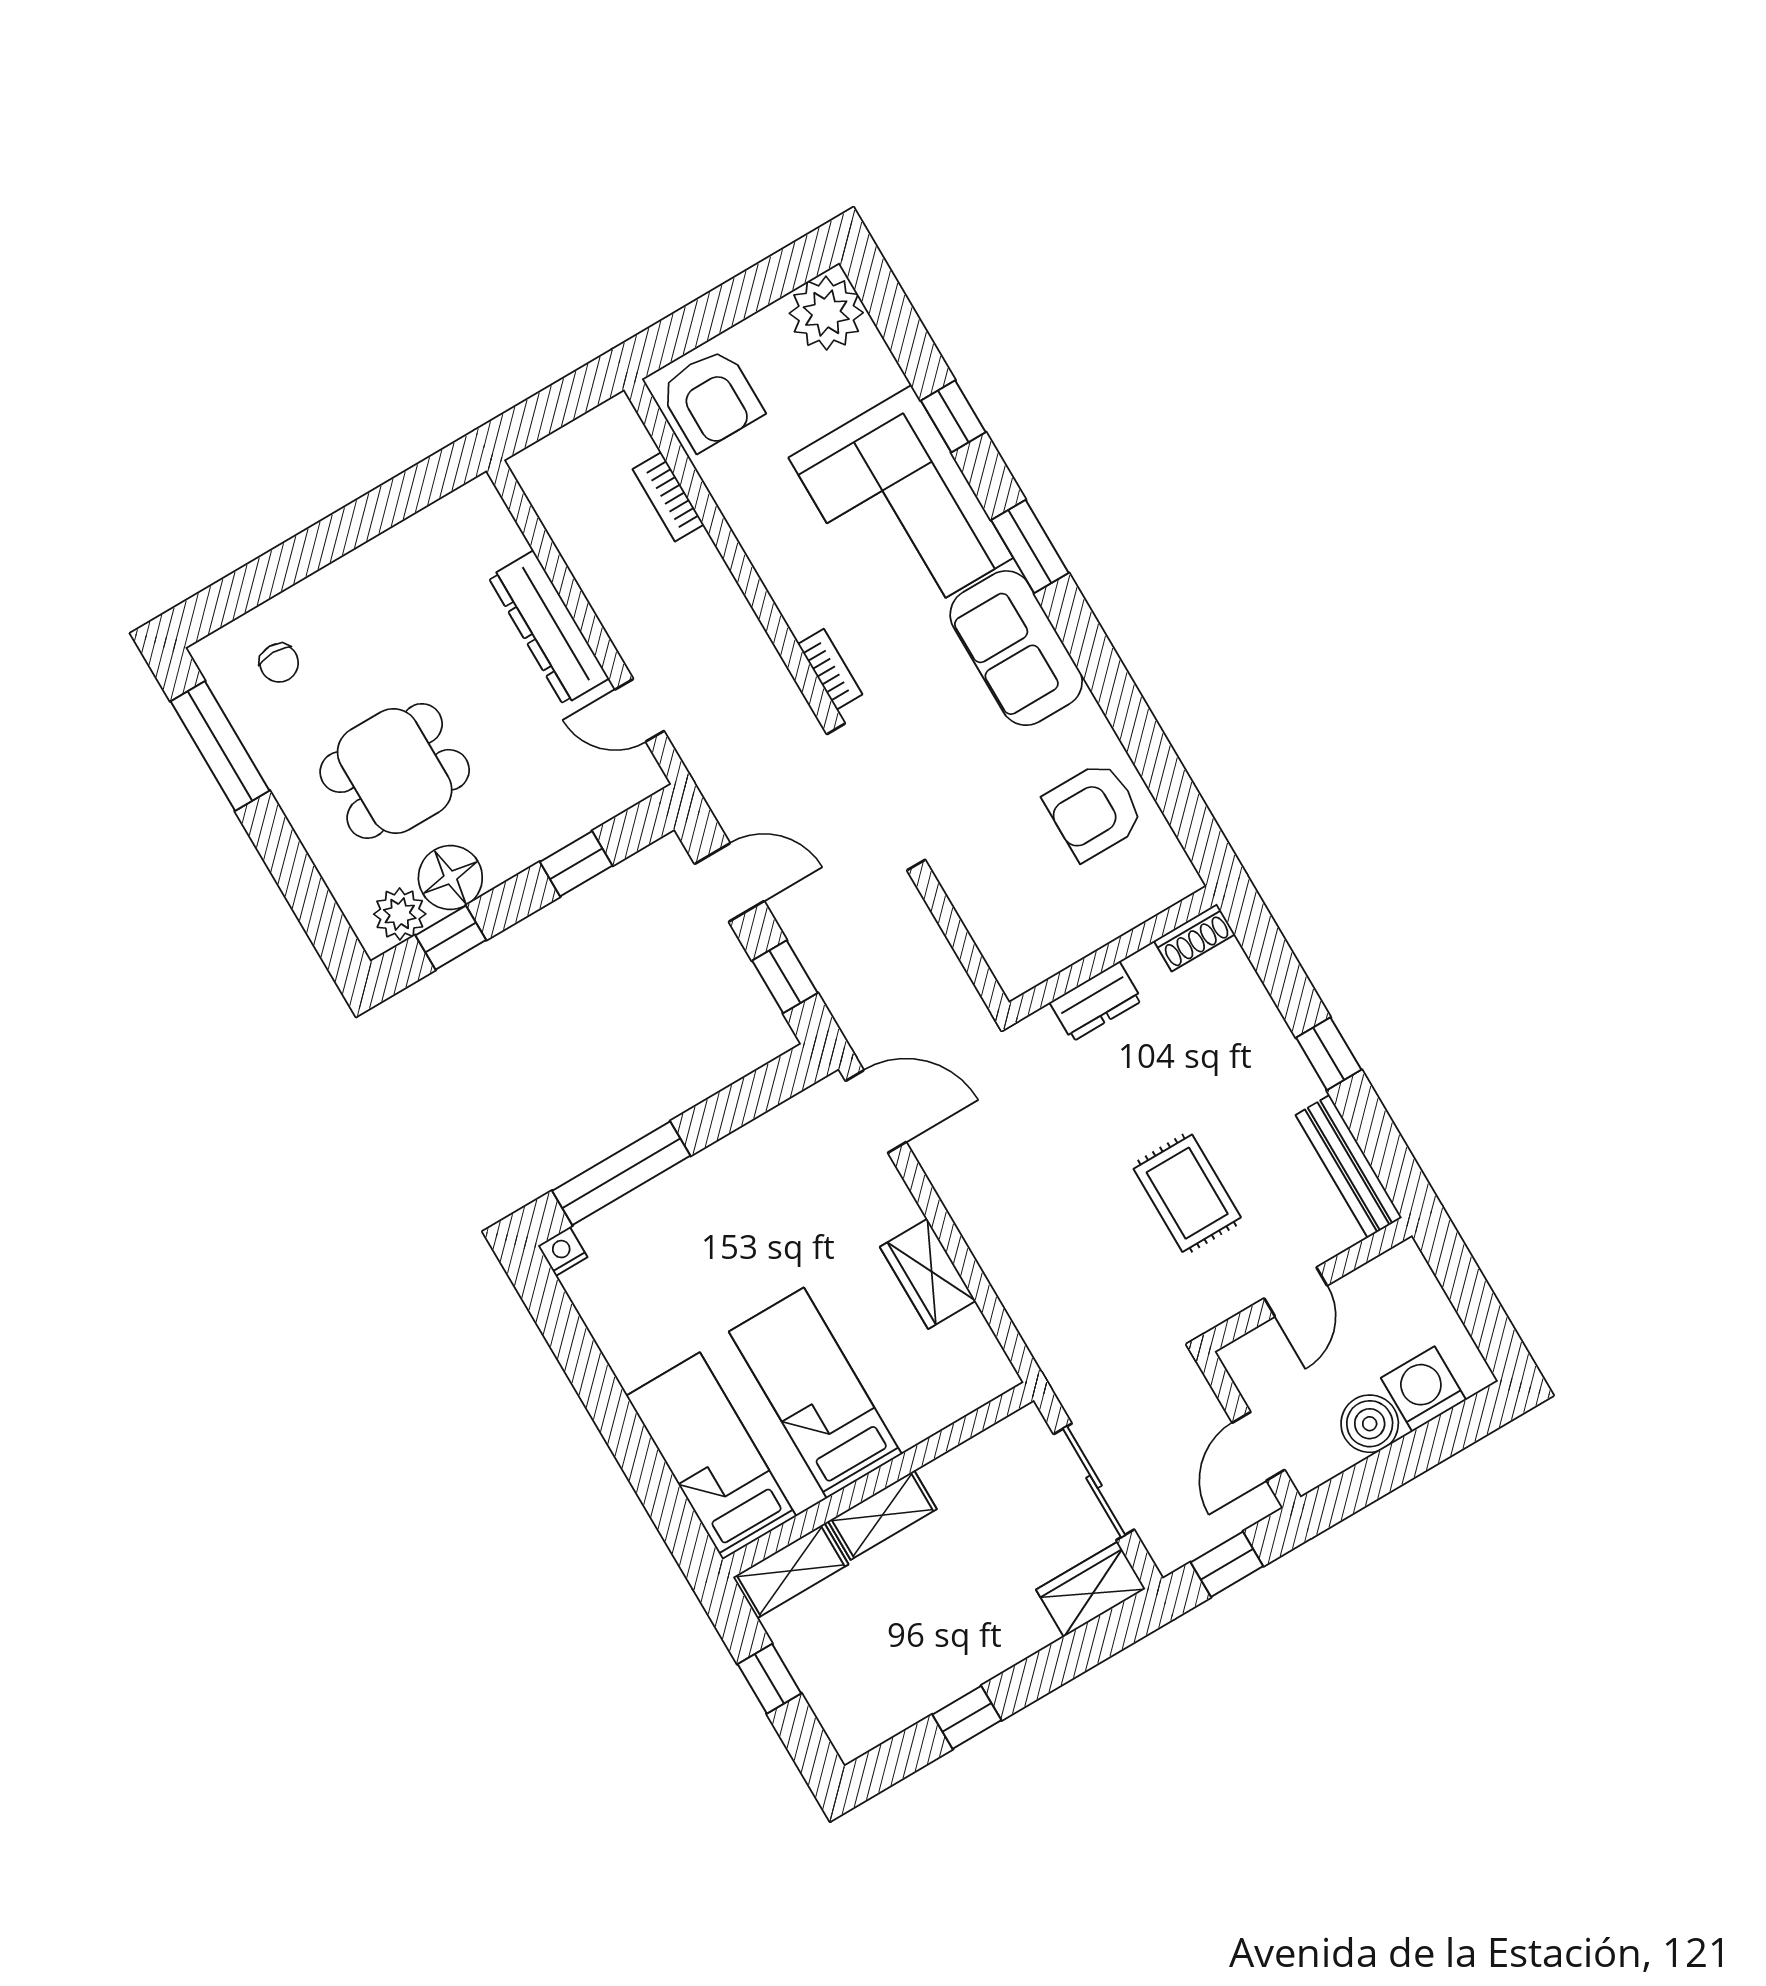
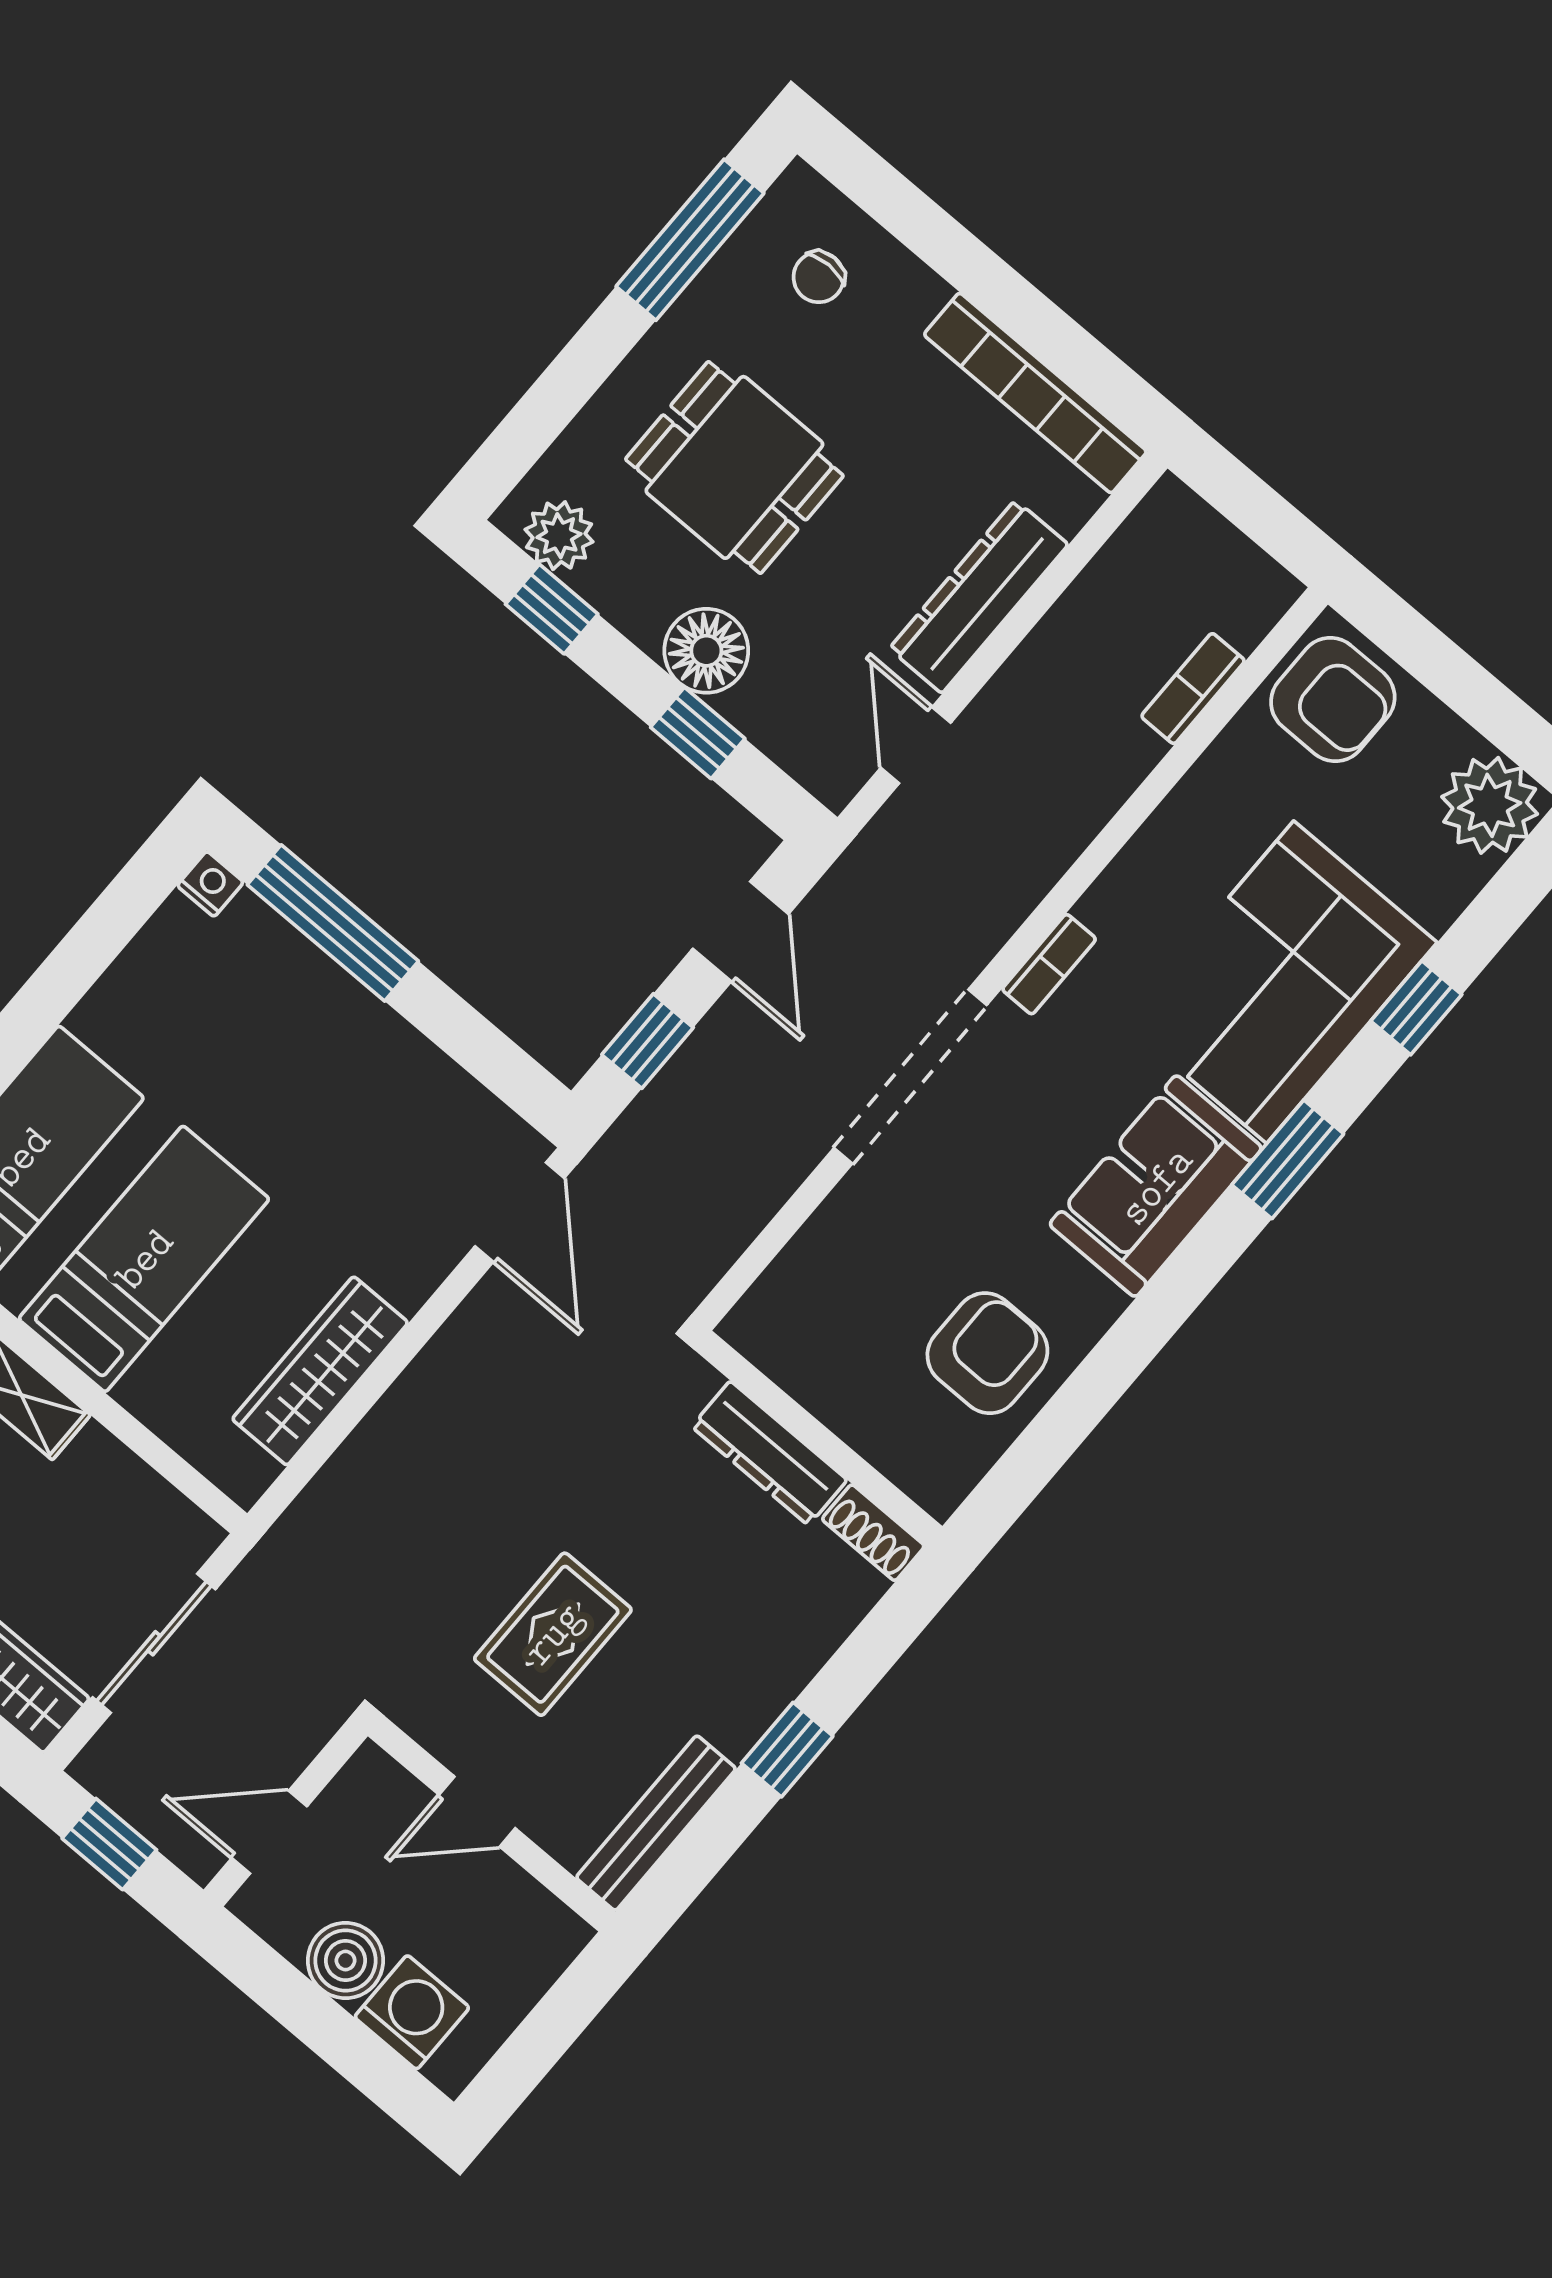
armchair: (711, 399) -> (1333, 700), turned -90
bookcase: (416, 536) -> (1035, 393), added
armchair: (1094, 811) -> (987, 1353), turned 90
floor lamp: (450, 878) -> (706, 651), moved
dresser: (1096, 1001) -> (769, 1453), width x1.44
wardrobe: (928, 1274) -> (320, 1371), width x1.50

